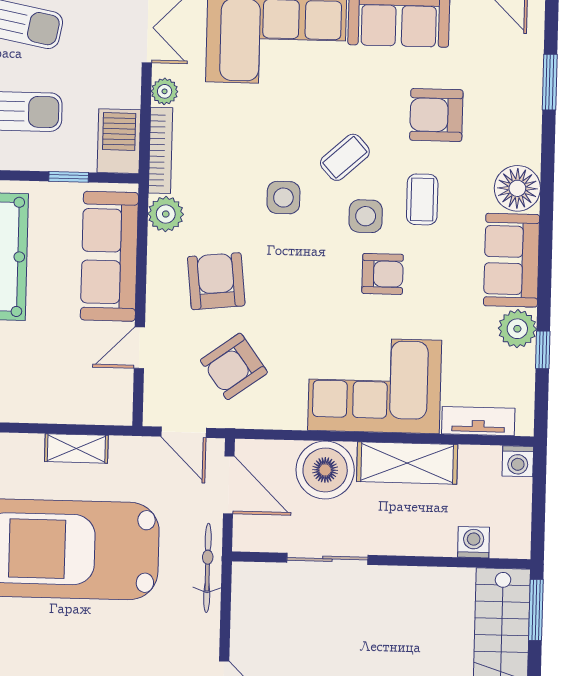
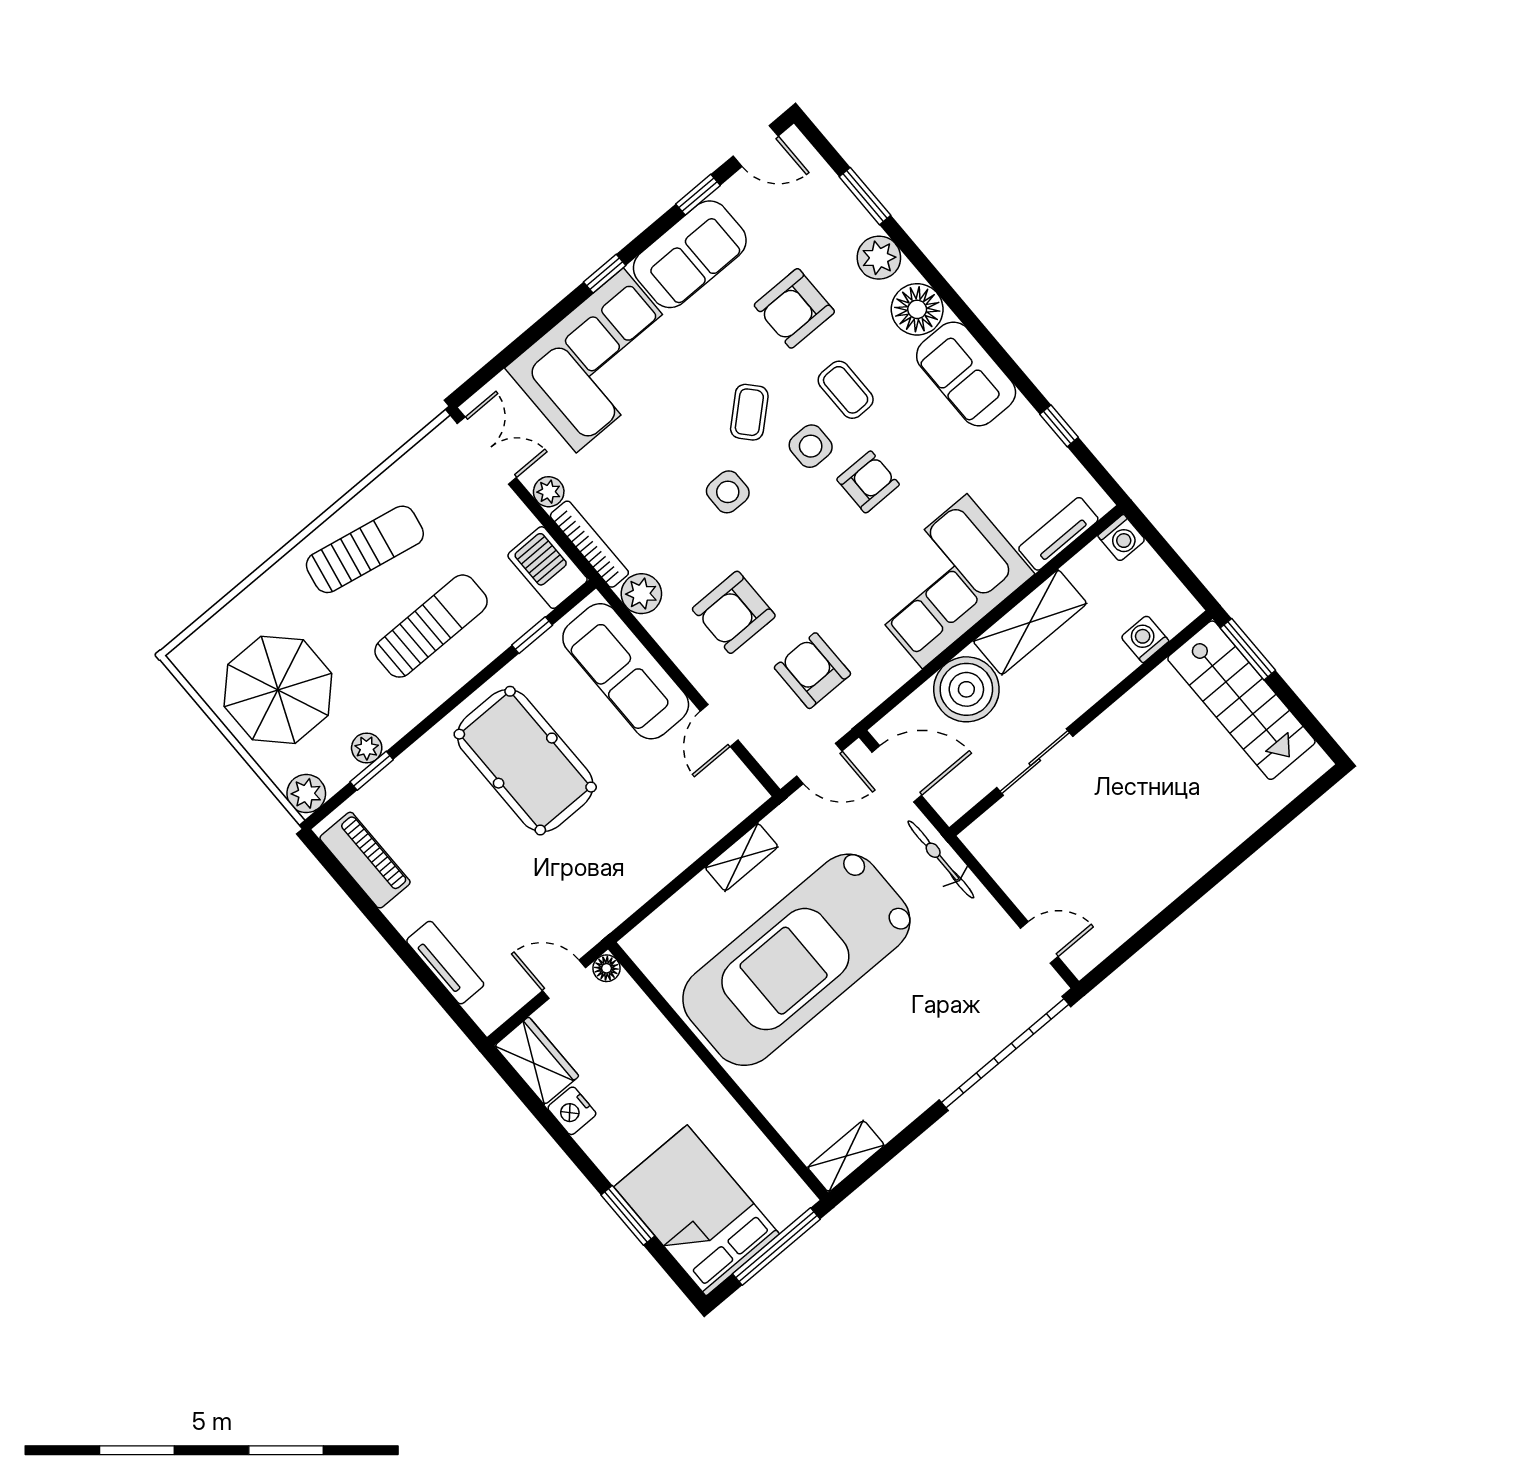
armchair: (216, 281) -> (734, 612), turned -84
plant: (517, 329) -> (879, 258), moved
armchair: (234, 366) -> (812, 671), turned 126

